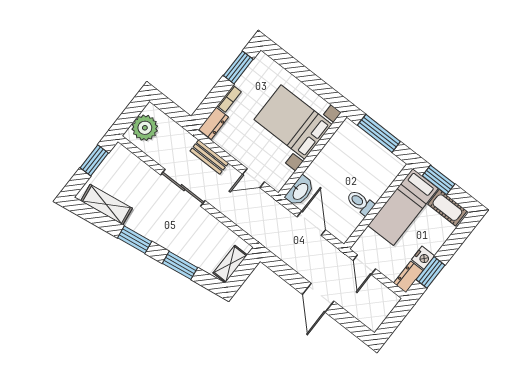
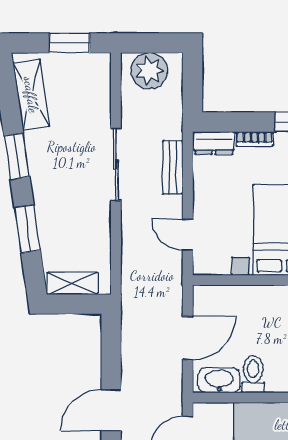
washbasin: (300, 191) -> (219, 380), moved, turned 180

